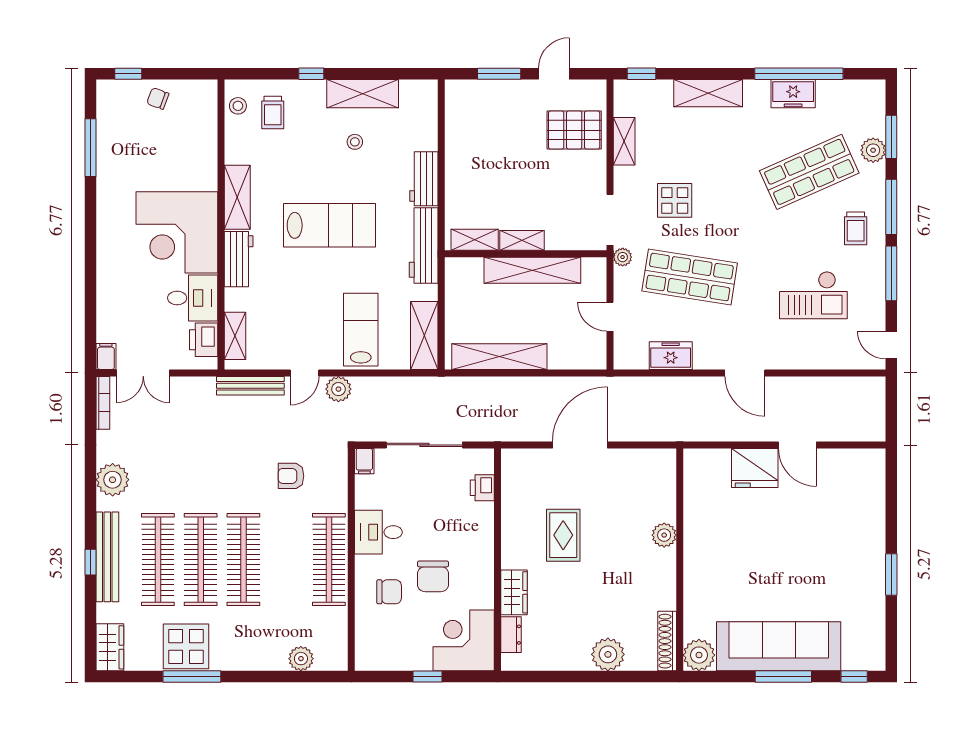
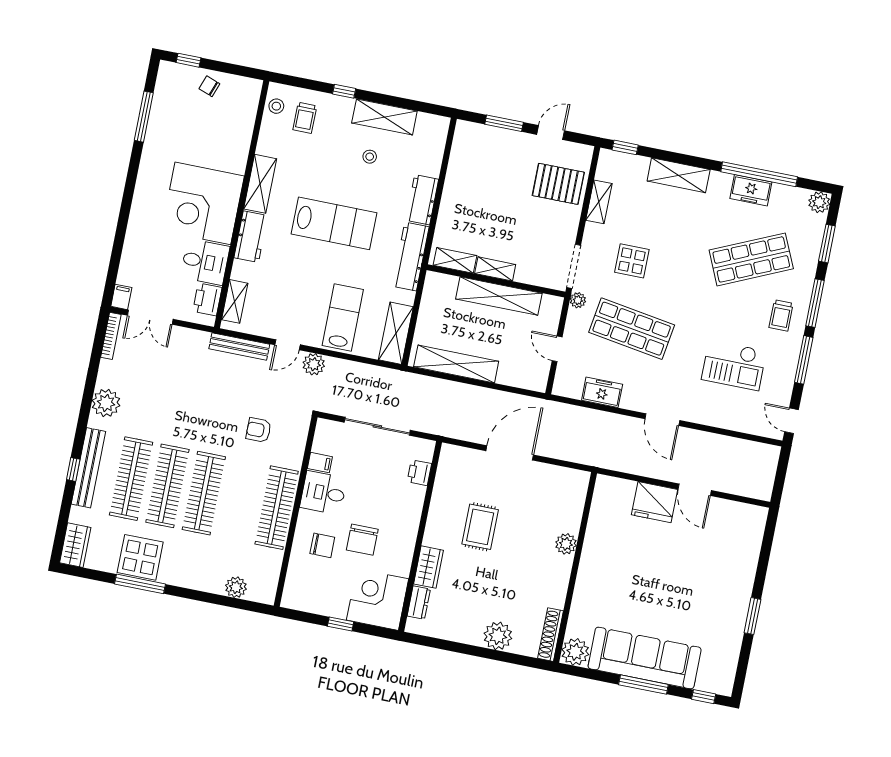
plant: (873, 150) -> (819, 202), moved
filing cabinet: (364, 461) -> (320, 463), moved, turned -90

